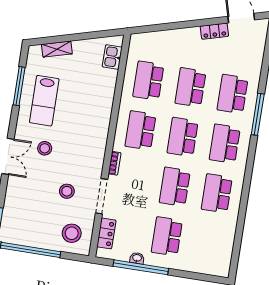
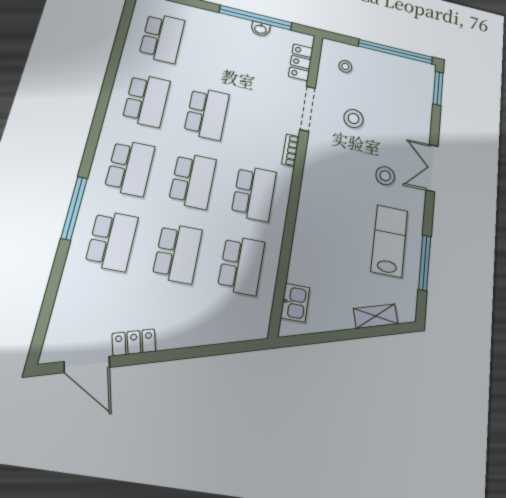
stool: (72, 233) -> (345, 66), width x0.53, depth x0.53
school desk: (167, 236) -> (162, 38), moved

